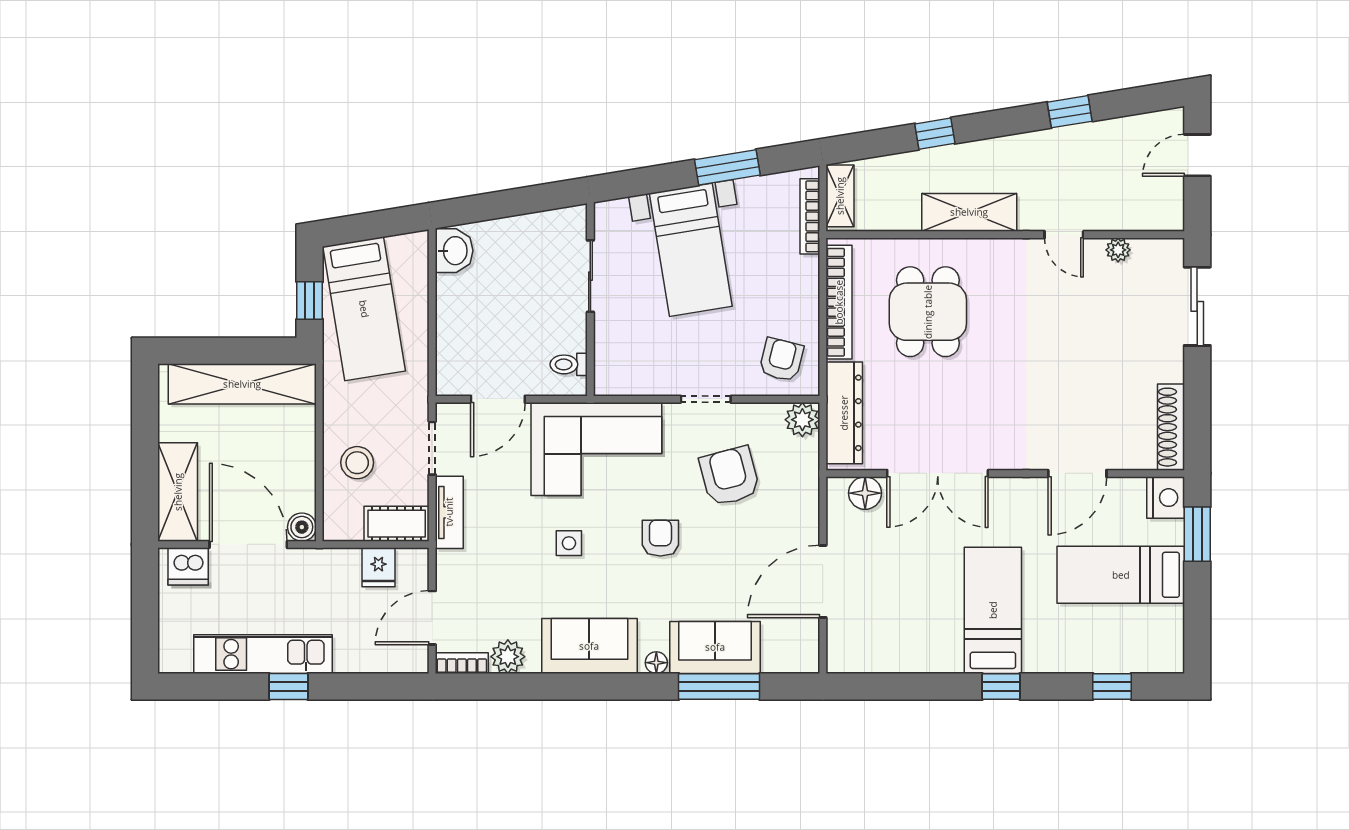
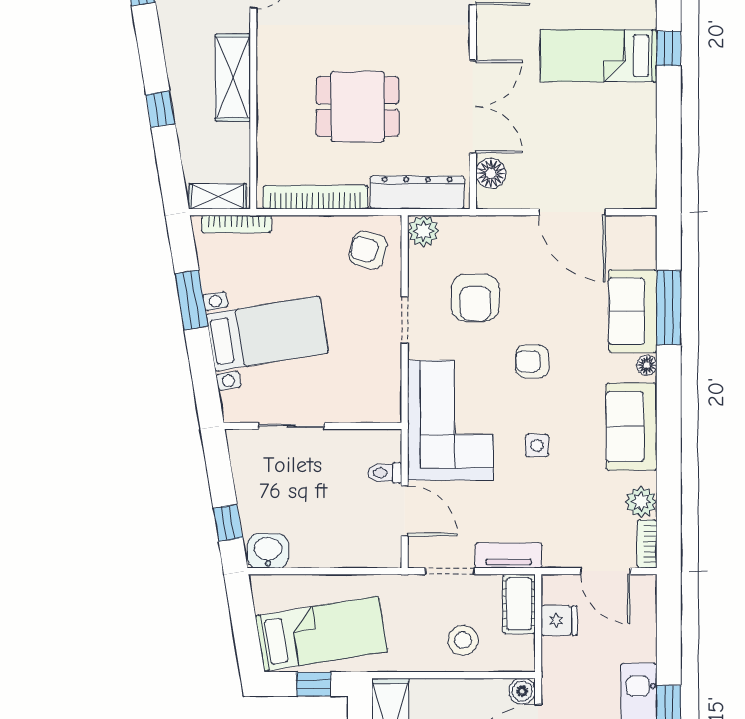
window: (485, 207) -> (228, 523), added
dining table: (928, 312) -> (357, 107), moved
toilet: (569, 364) -> (385, 473), moved, turned 90
armchair: (730, 476) -> (475, 298), turned -75

